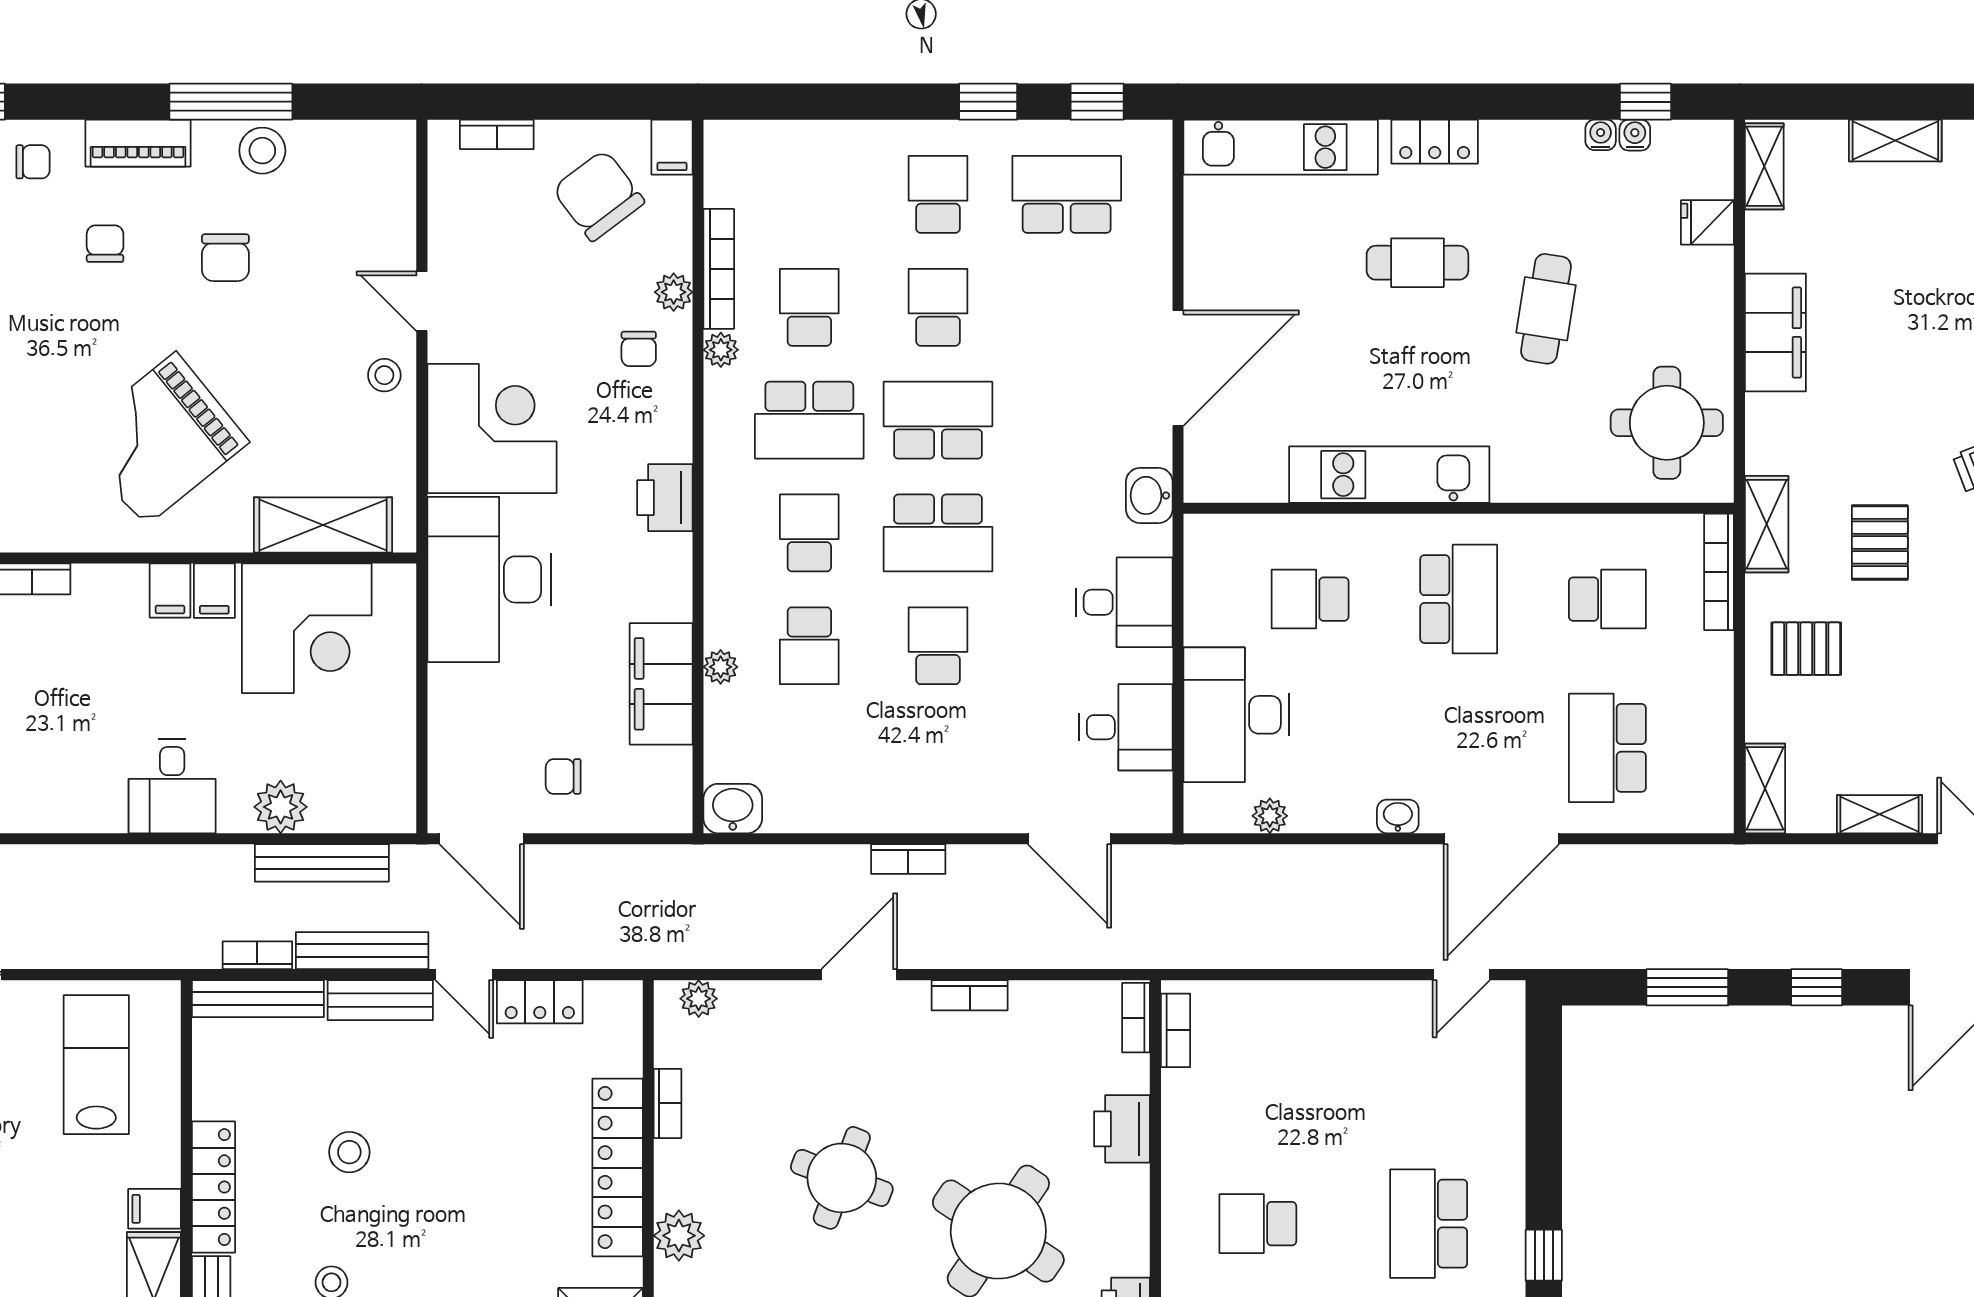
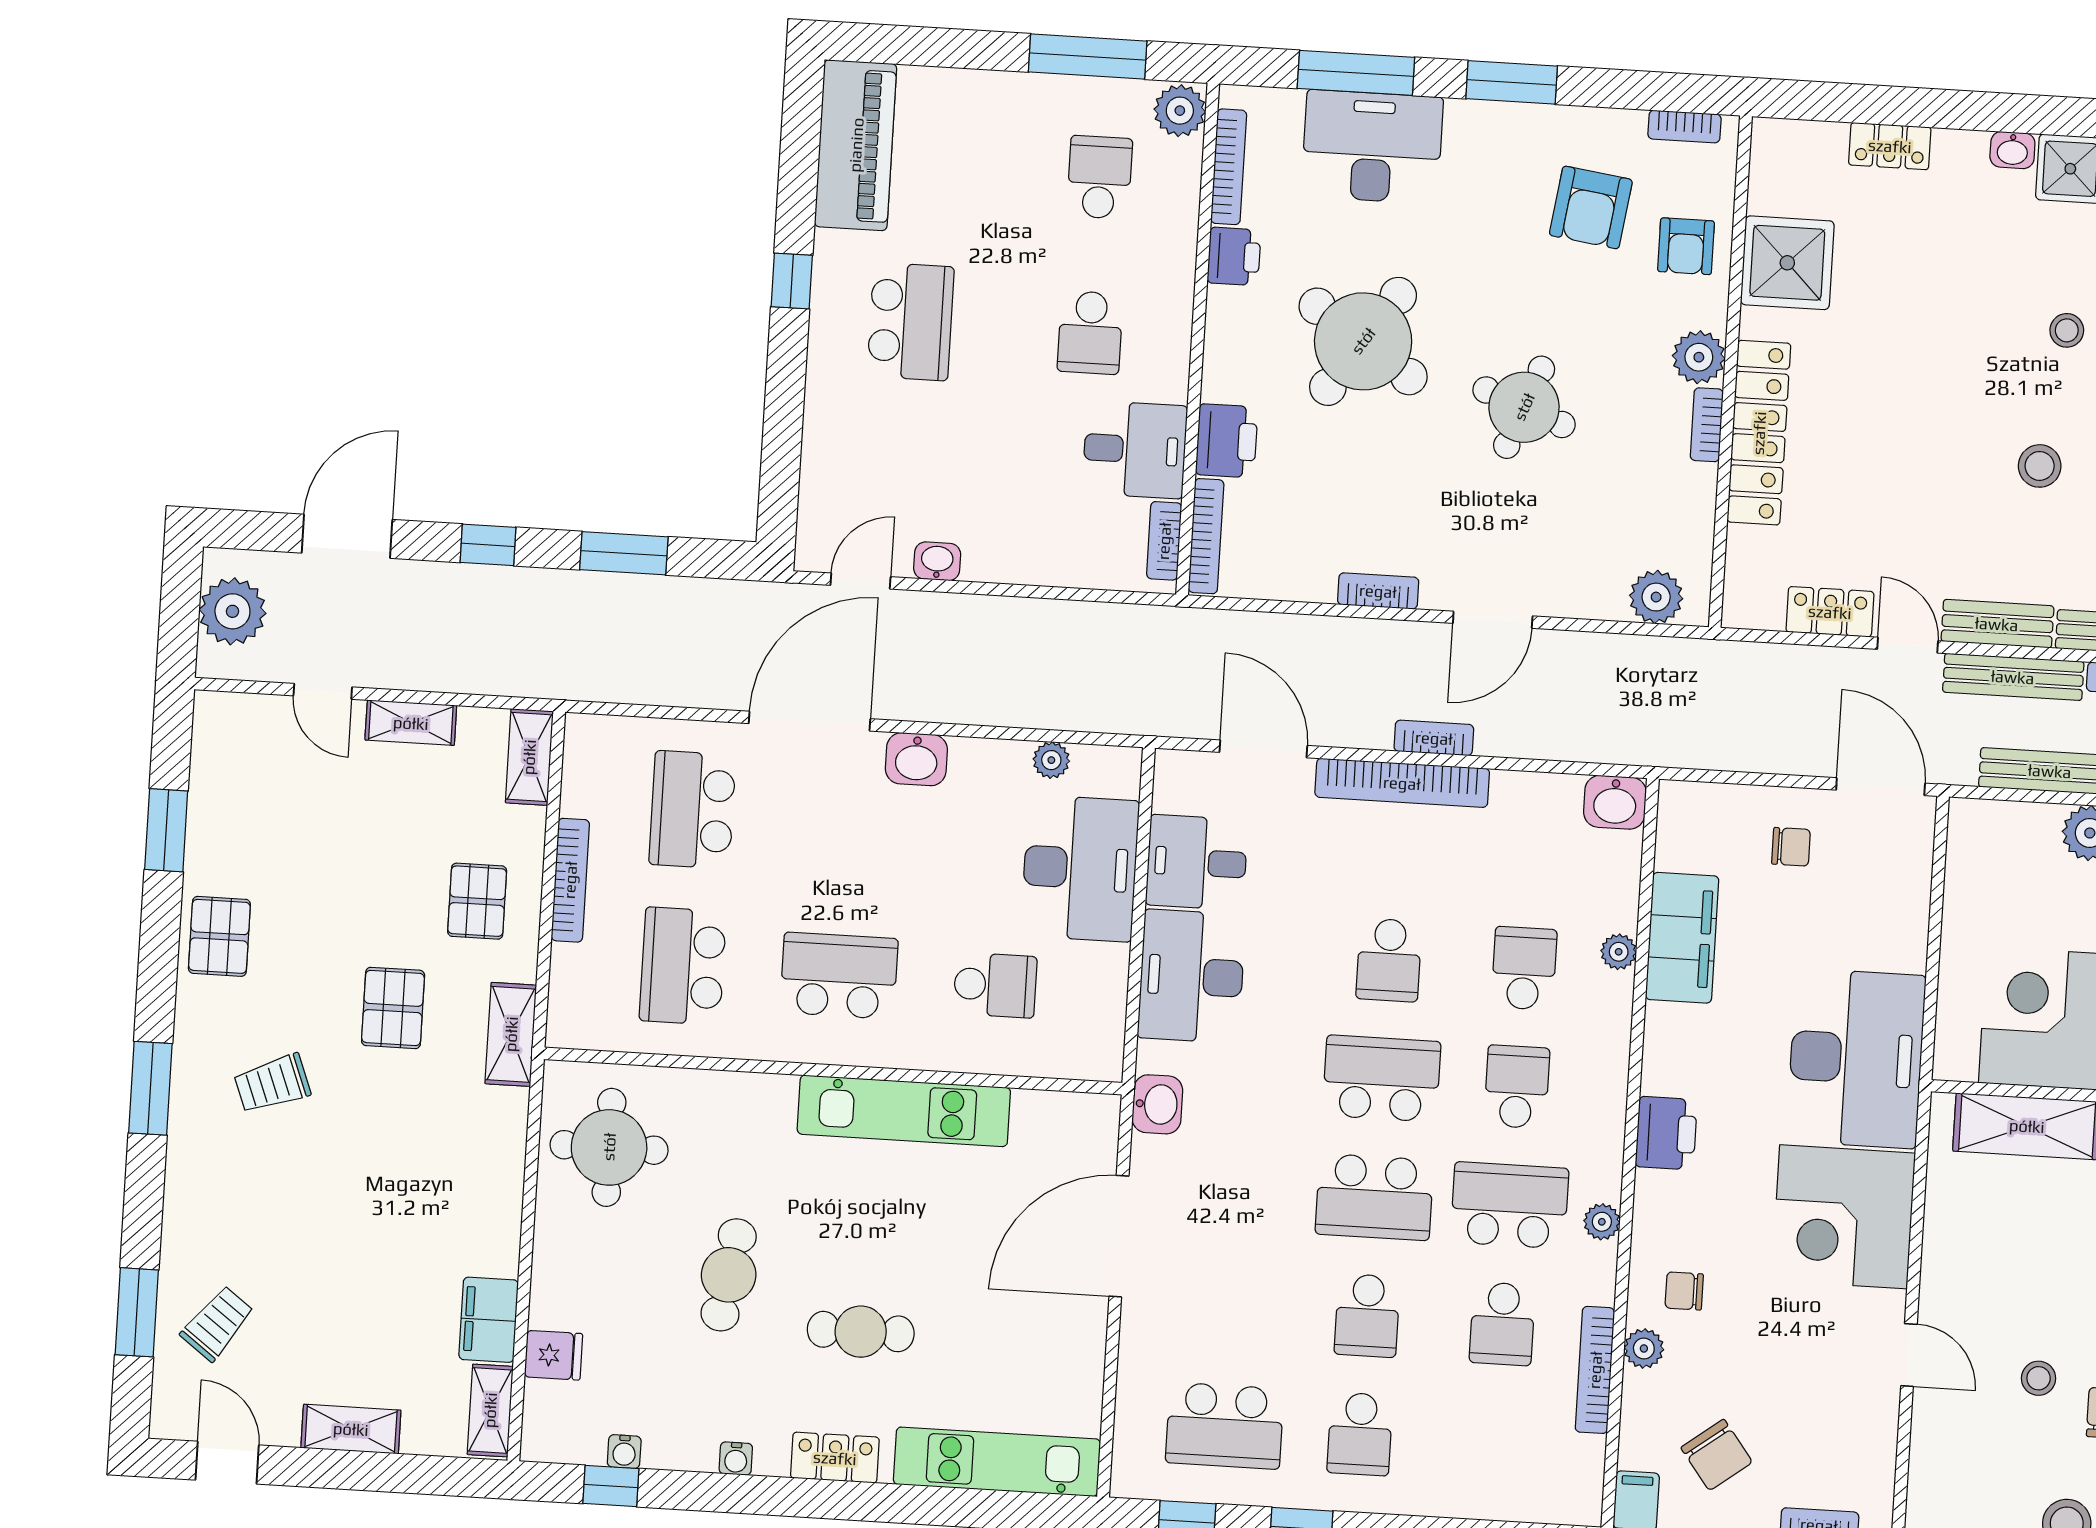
water cooler: (1601, 135) -> (736, 1459), moved
chair: (598, 195) -> (1717, 1455), width x0.73, depth x0.73
filing cabinet: (1775, 333) -> (489, 1320), moved, width x0.67, depth x0.86
chair: (639, 349) -> (1684, 1291), turned -90
plant: (721, 350) -> (1602, 1222), moved
stool: (384, 375) -> (2039, 1378), moved
school desk: (809, 533) -> (1517, 1087), turned 180
bookcase: (1719, 572) -> (570, 880), moved
school desk: (1459, 599) -> (839, 976), turned 90
school desk: (1607, 599) -> (683, 966), width x1.85
desk: (1124, 602) -> (1192, 976), width x1.37
pallet: (1806, 649) -> (477, 901), turned 90
school desk: (1607, 748) -> (692, 810), turned 180
bookcase: (936, 815) -> (1402, 783), added
washbasin: (1398, 816) -> (916, 759), width x1.38, depth x1.45
washbasin: (1390, 998) -> (937, 561), added
plant: (699, 999) -> (1656, 597), width x1.38, depth x1.38
bookcase: (1136, 1018) -> (1206, 536), width x1.56
bookcase: (668, 1103) -> (1707, 425), moved
desk: (1209, 1115) -> (1135, 450), added
school desk: (1258, 1224) -> (1090, 333), turned 90

